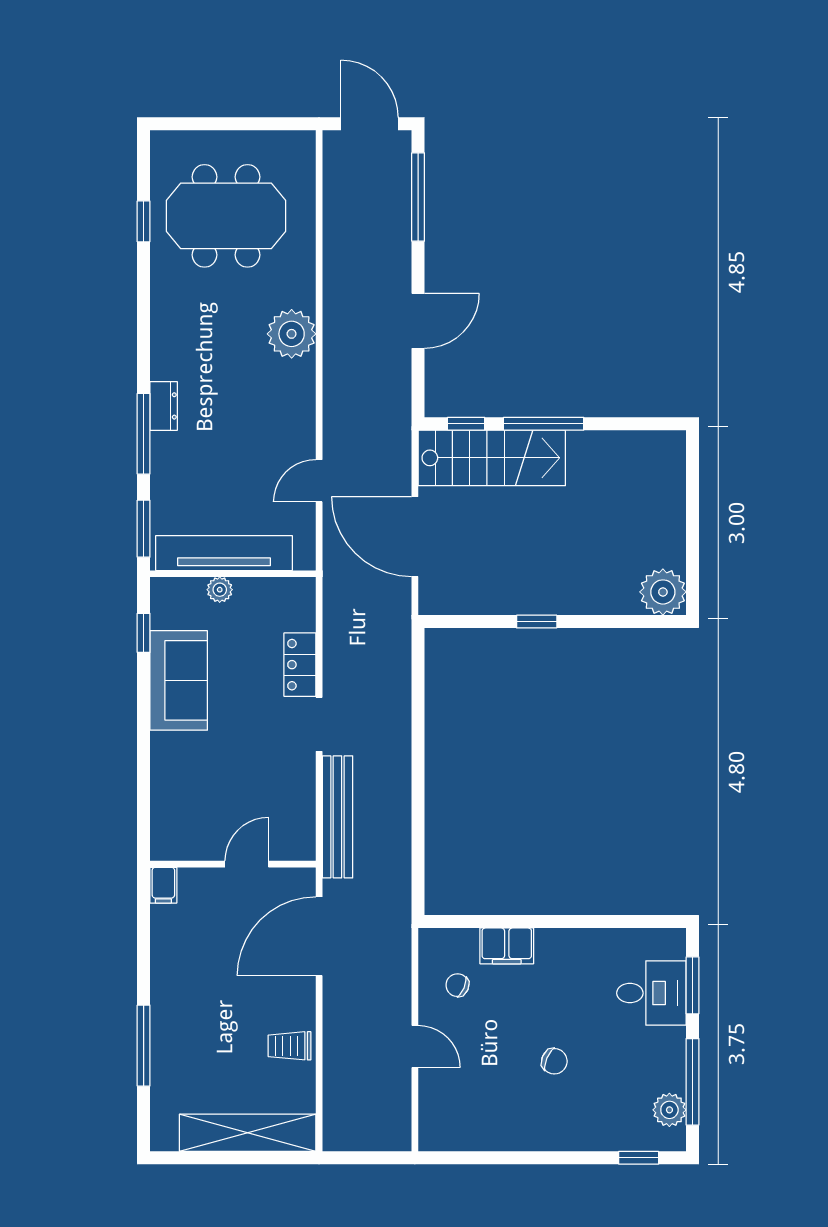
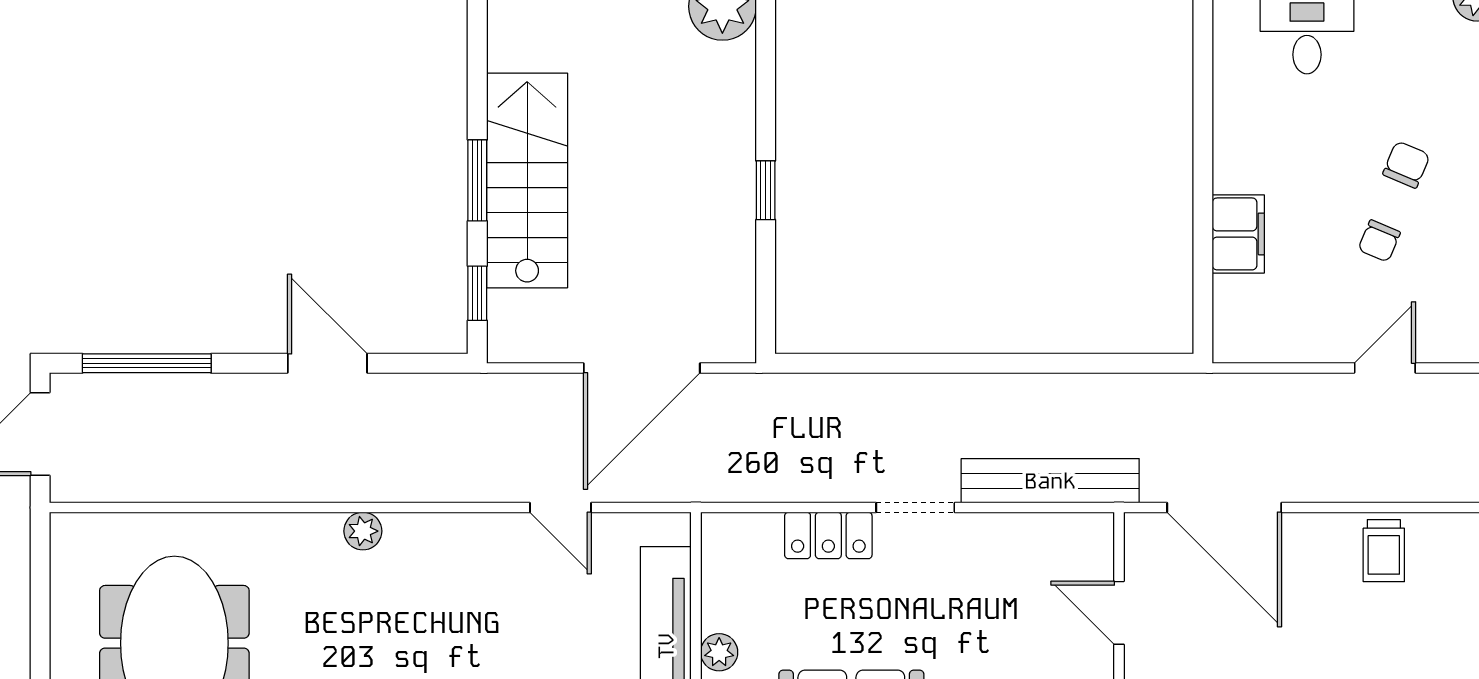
plant: (292, 334) -> (363, 531), width x0.53, depth x0.53
window: (544, 424) -> (477, 180), width x0.69
stairs: (492, 458) -> (527, 180), moved
chair: (457, 985) -> (1379, 241), moved

